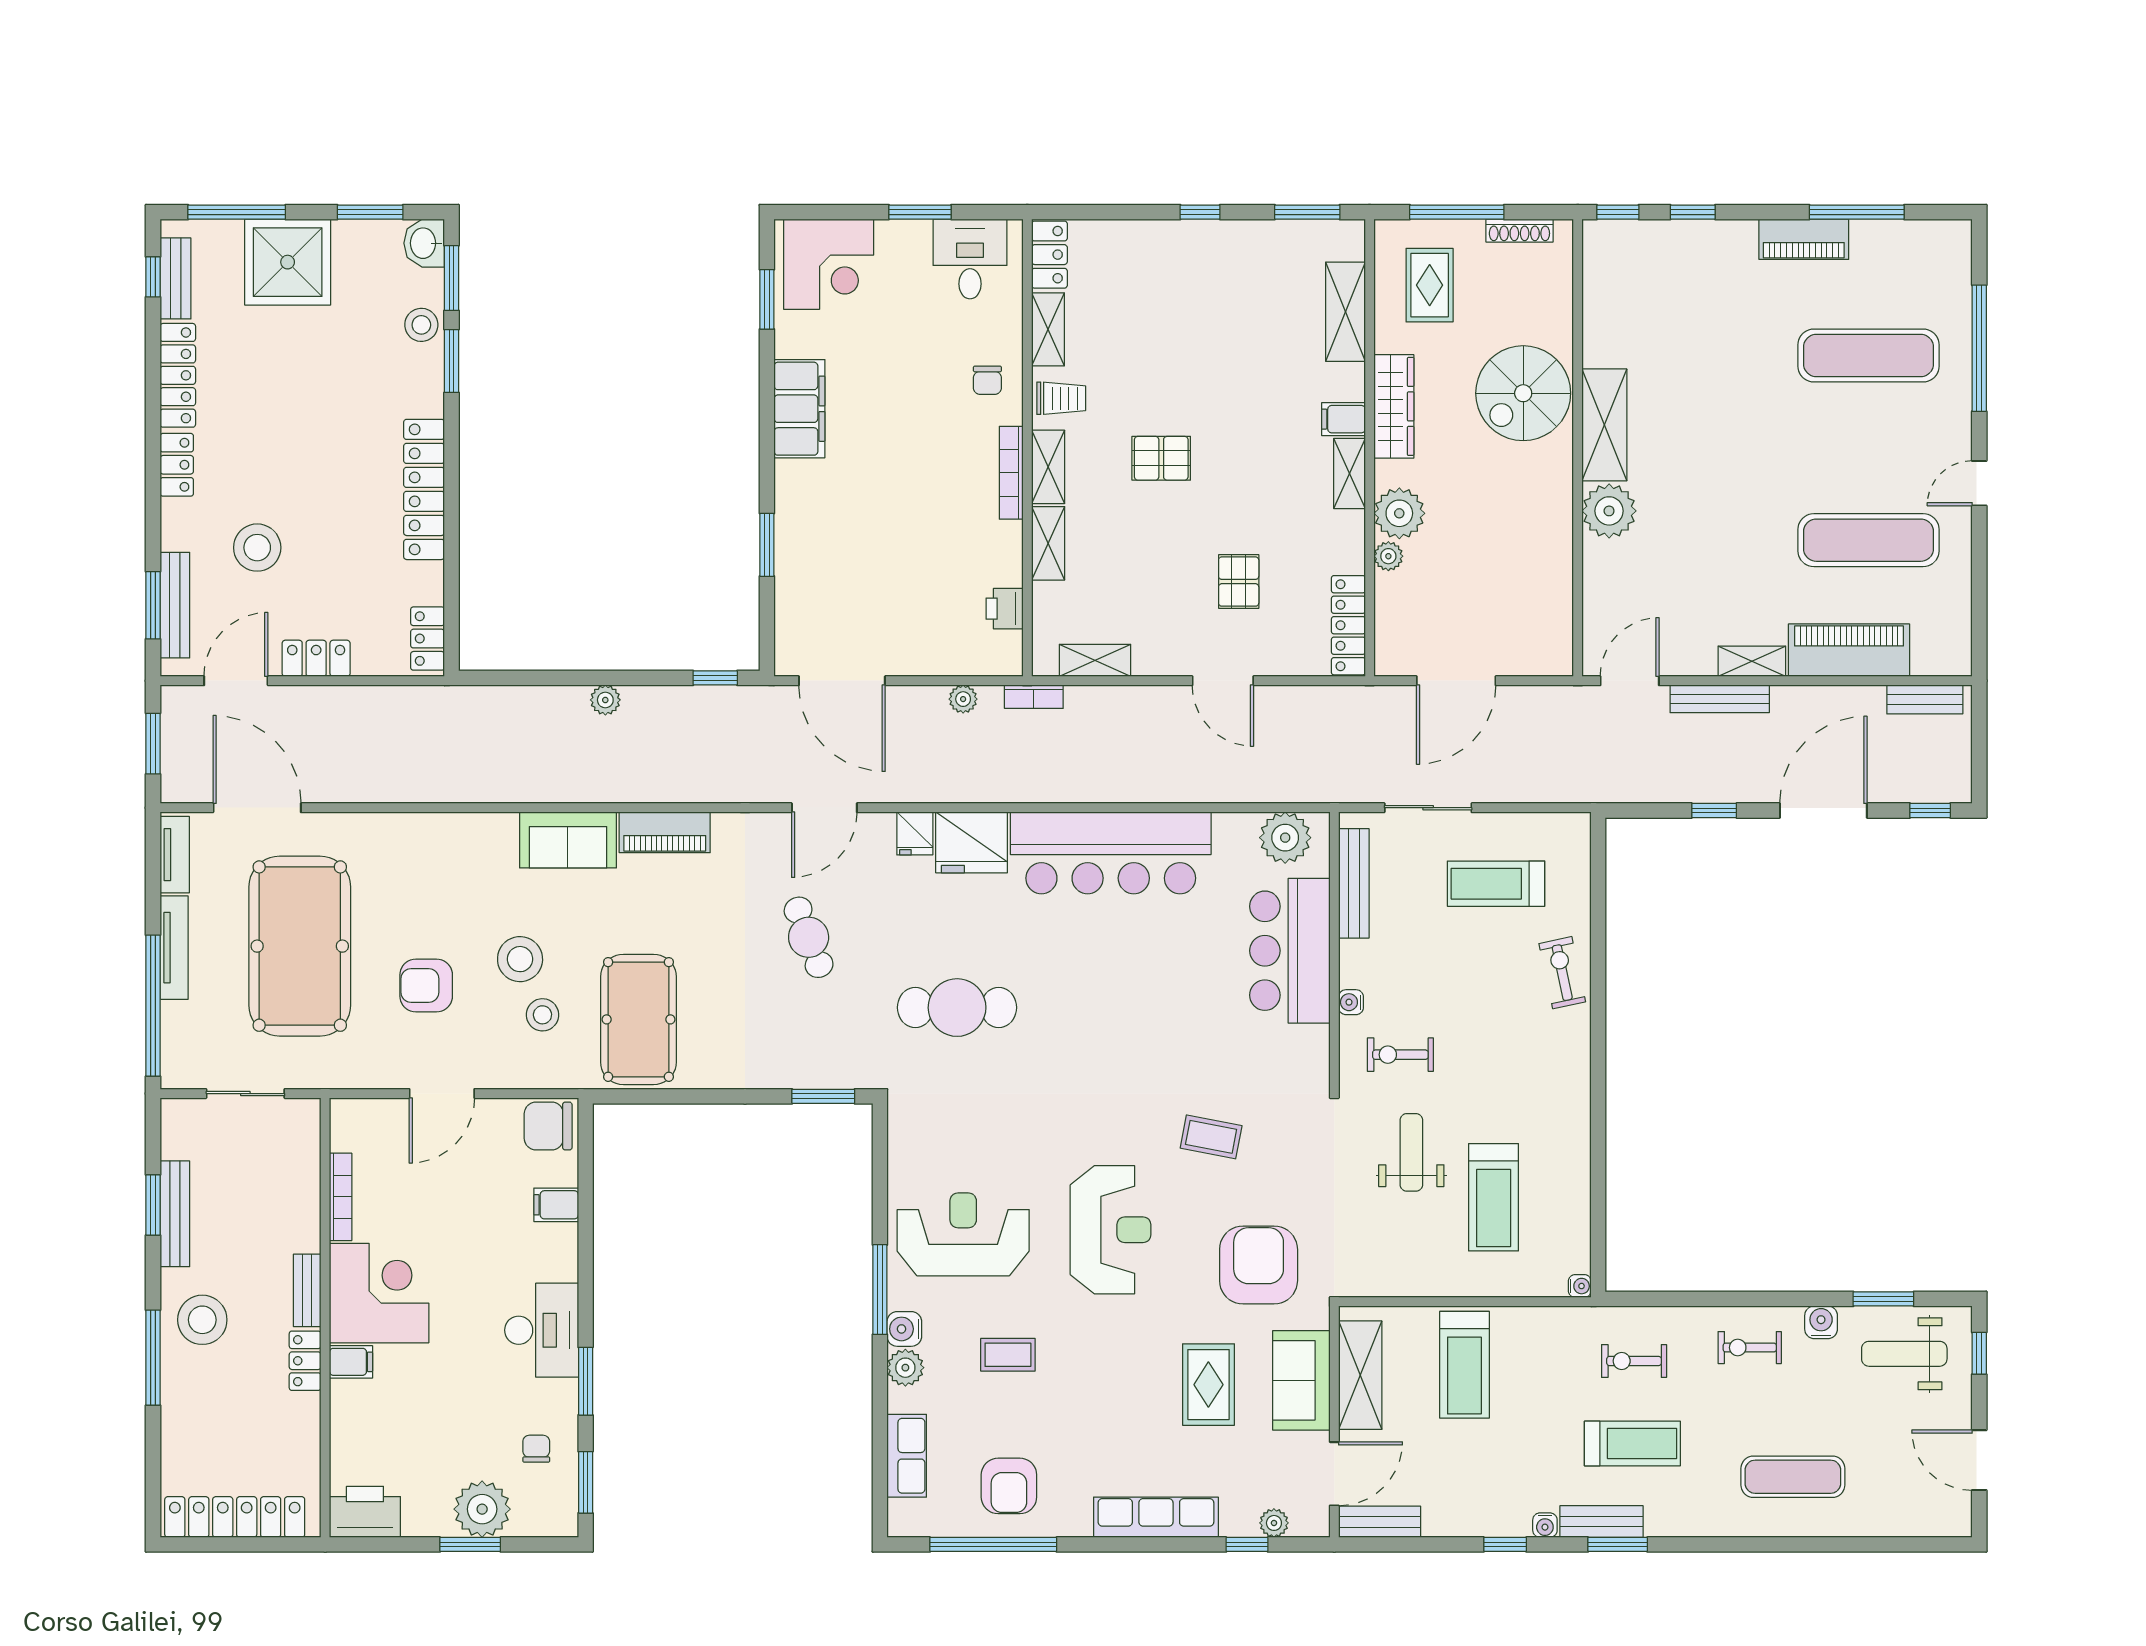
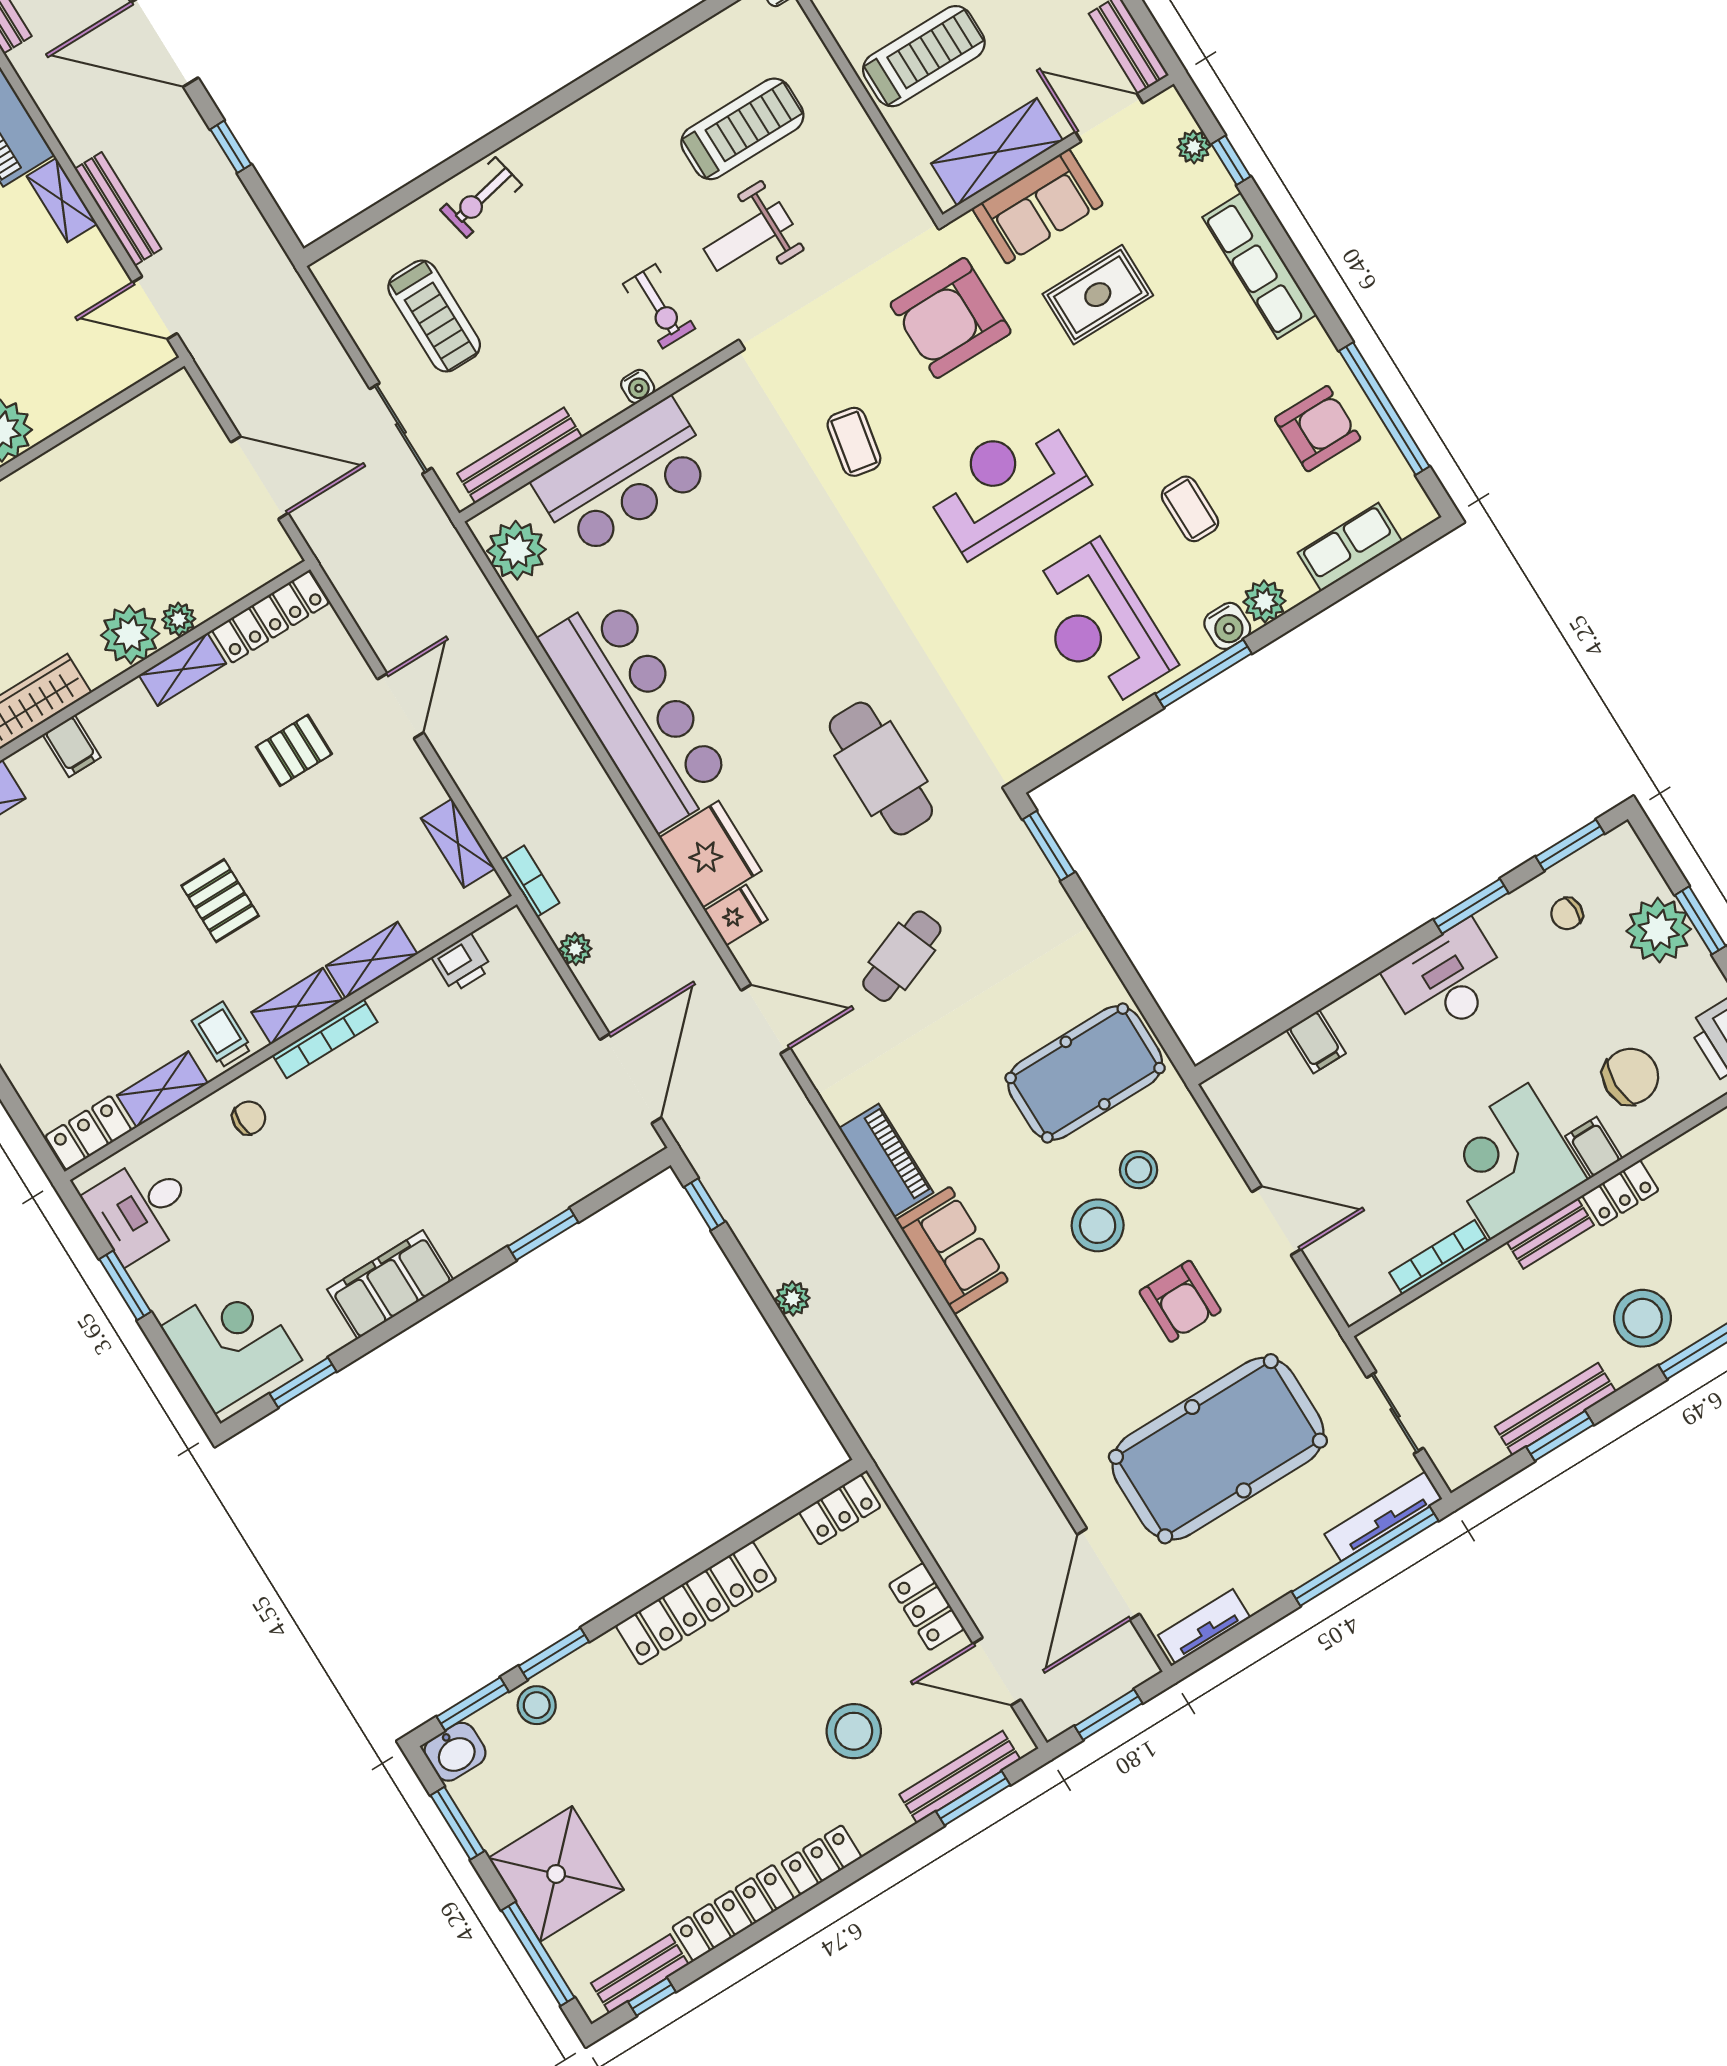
shelving: (1350, 473) -> (182, 669), moved
tv unit: (174, 948) -> (1383, 1516), moved
chair: (548, 1126) -> (1631, 1076), moved, turned -90

